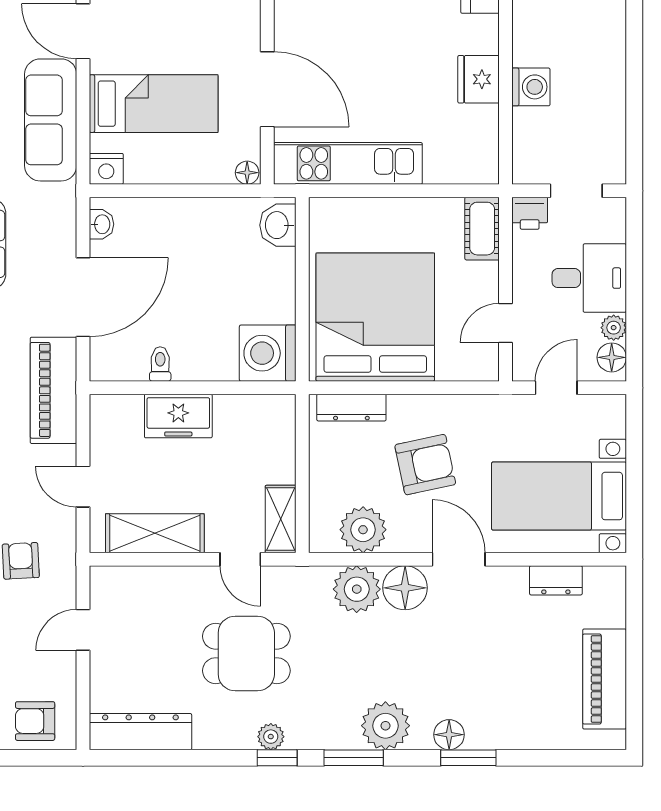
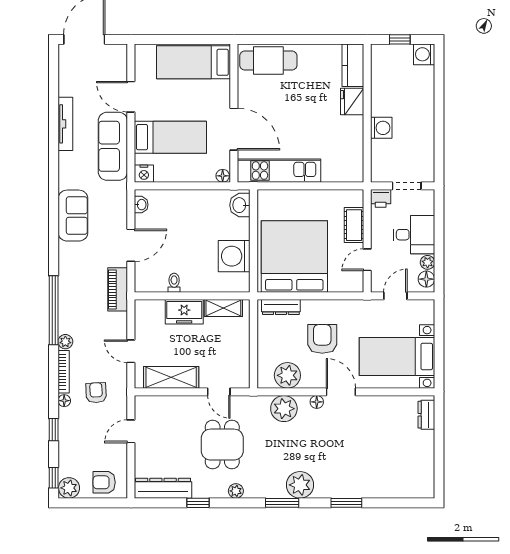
fridge: (479, 79) -> (352, 102), moved
cot: (482, 229) -> (354, 225), moved
door: (83, 297) -> (131, 245), width x0.73
washing machine: (268, 353) -> (234, 256), moved
piano: (54, 390) -> (118, 289), width x0.73, depth x0.75
armchair: (425, 465) -> (322, 339), turned -78
shelving: (281, 519) -> (223, 308), moved, turned 90
dresser: (556, 580) -> (426, 415), moved, turned 90
floor lamp: (405, 588) -> (317, 402), width x0.53, depth x0.53
dining table: (246, 653) -> (222, 445), turned 90
piano: (605, 679) -> (422, 459), removed
floor lamp: (449, 735) -> (336, 490), removed
window: (277, 758) -> (198, 503), moved

